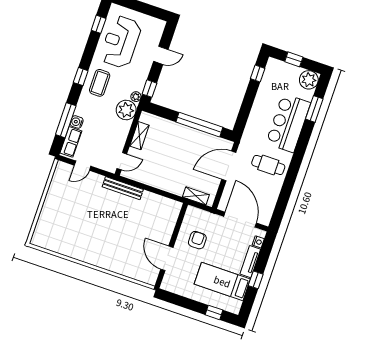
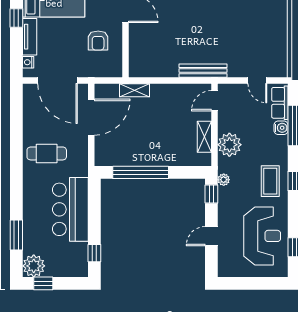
window: (294, 59) -> (43, 283), moved
plant: (126, 110) -> (229, 145), moved
bar counter: (288, 123) -> (70, 209), moved, turned 180
door: (83, 166) -> (257, 80), swing flipped
door: (229, 166) -> (91, 117), moved
shelving: (196, 196) -> (134, 90), moved

